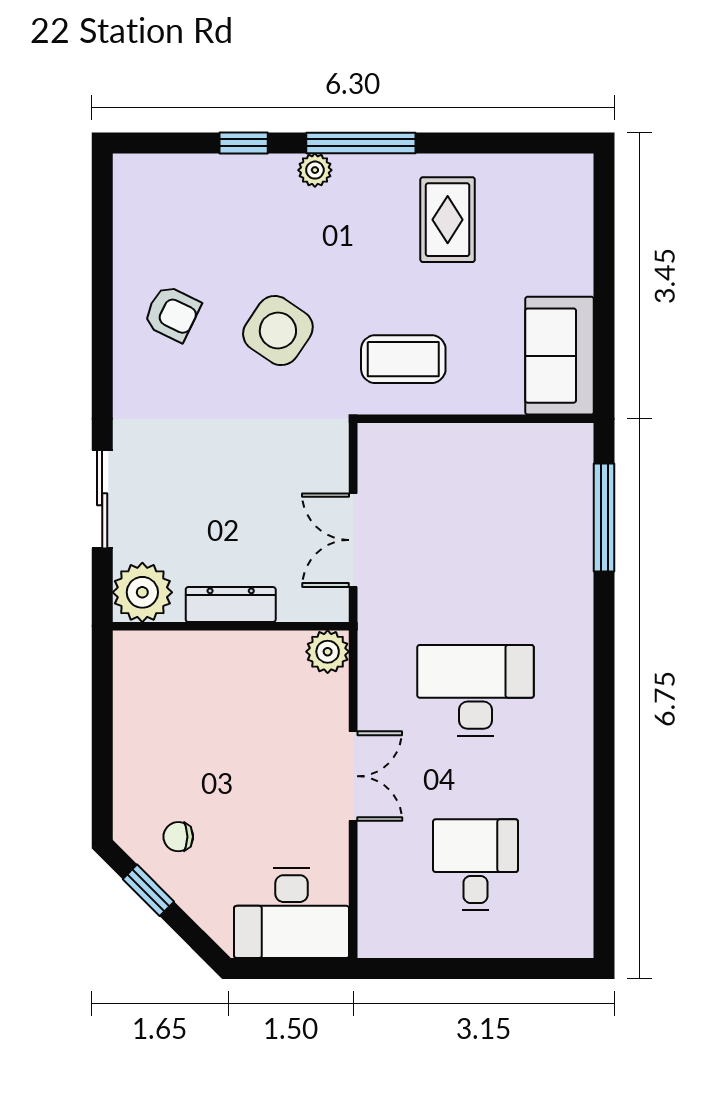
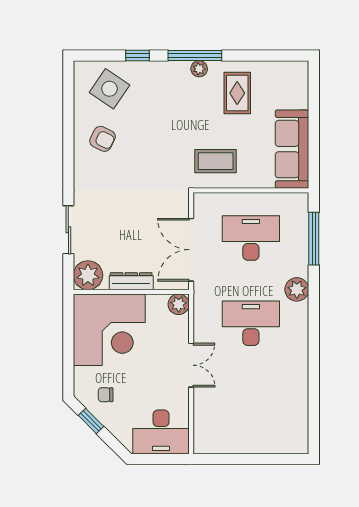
plant: (315, 170) -> (199, 69), moved
side table: (278, 331) -> (110, 89), moved
sofa: (560, 356) -> (292, 149), width x1.36
double door: (353, 540) -> (191, 250), width x1.37
plant: (569, 621) -> (297, 289), added
corner desk: (186, 704) -> (109, 330), added
desk: (475, 865) -> (251, 238), moved, width x1.37

